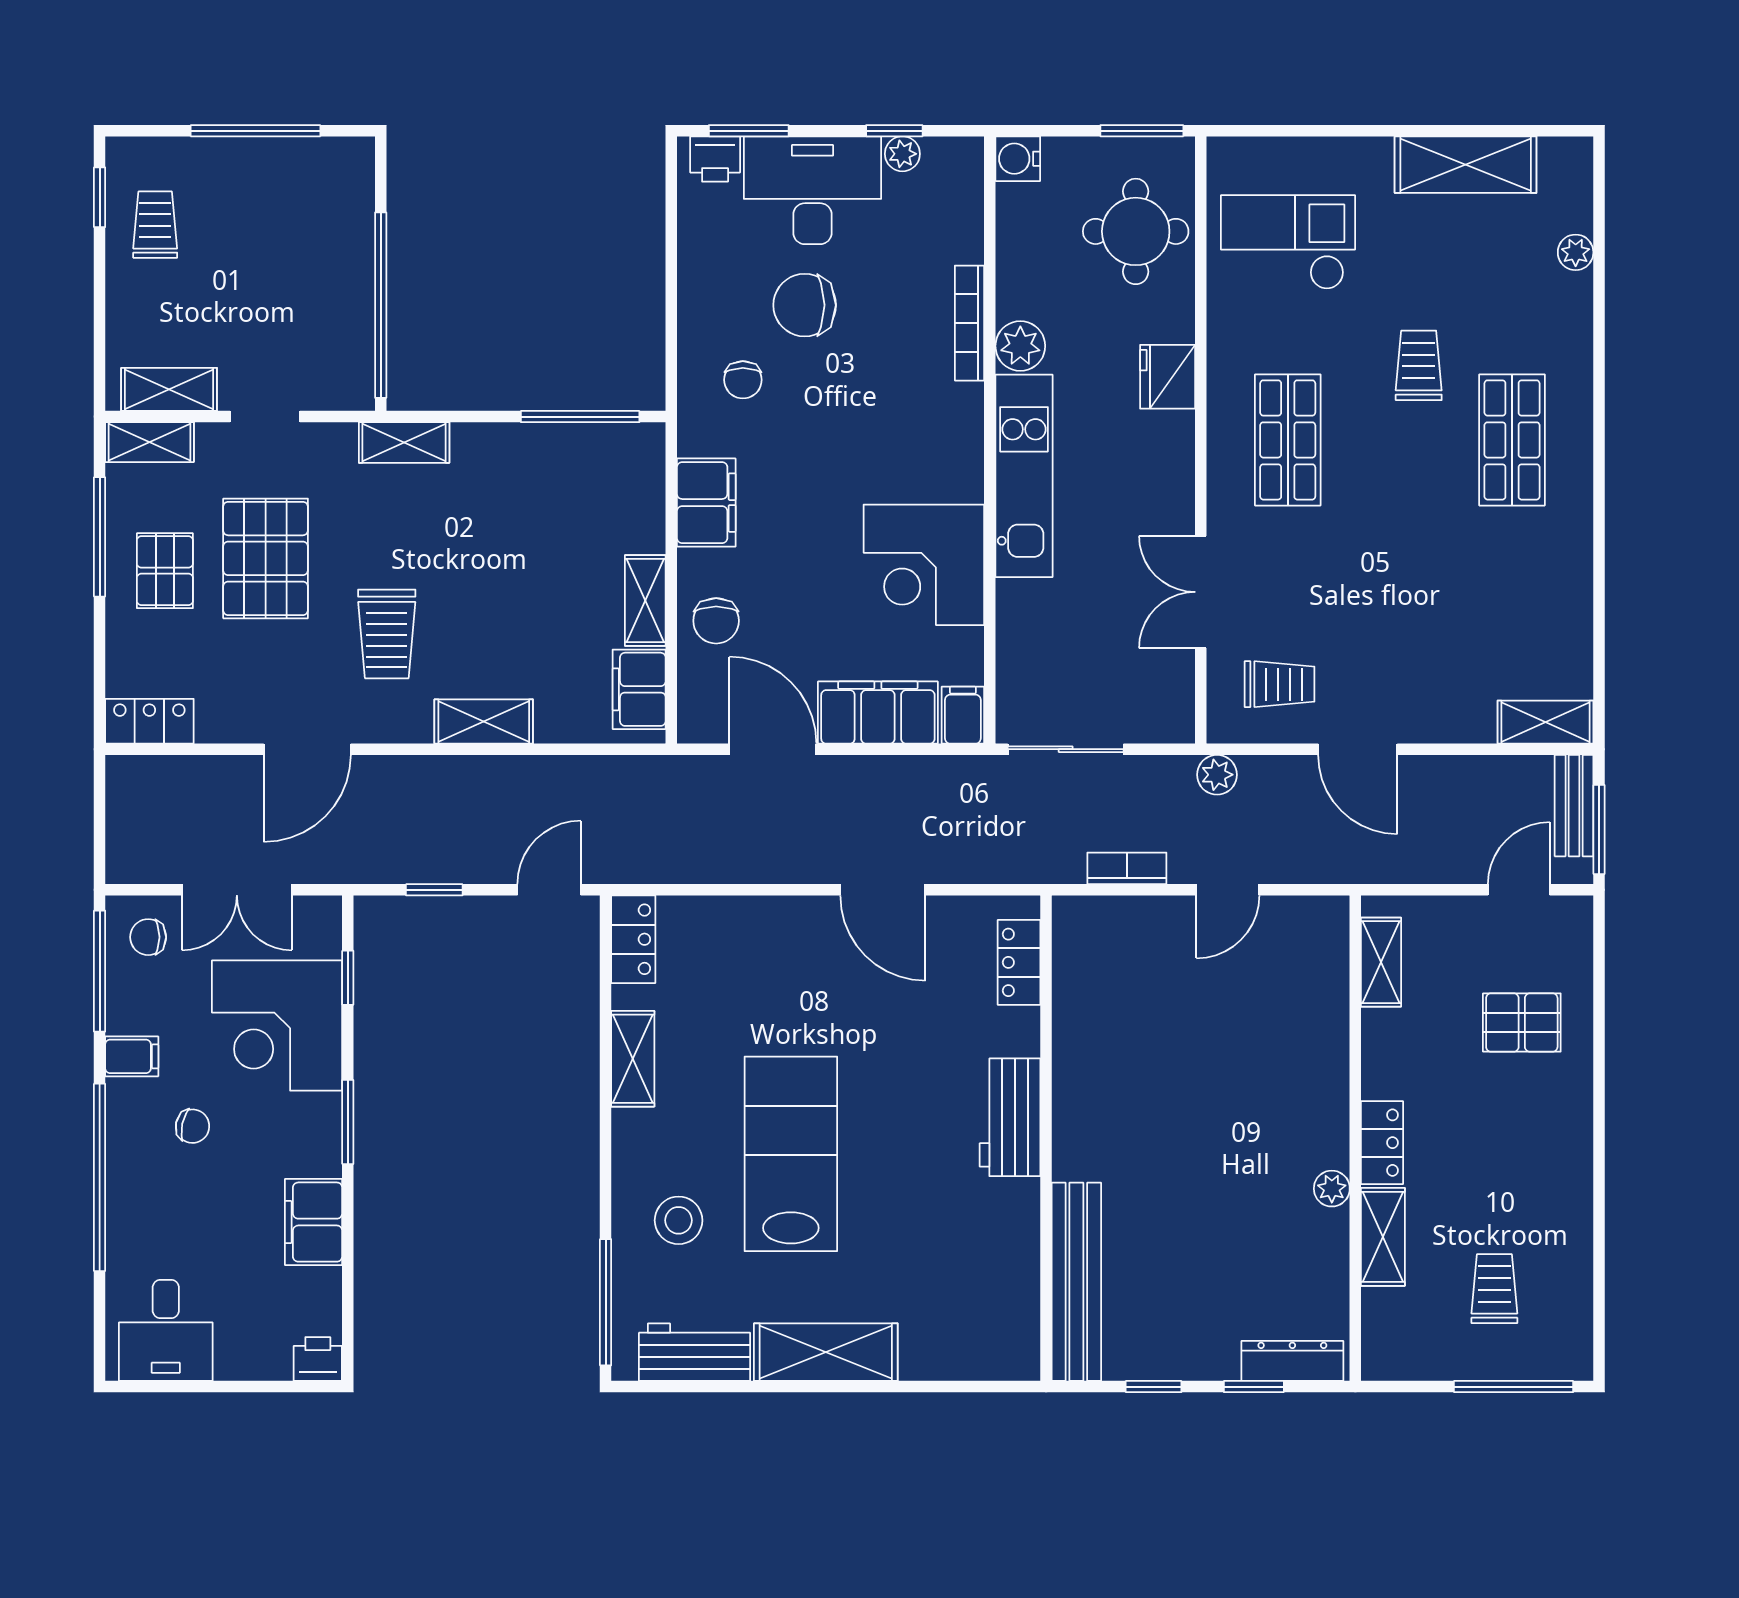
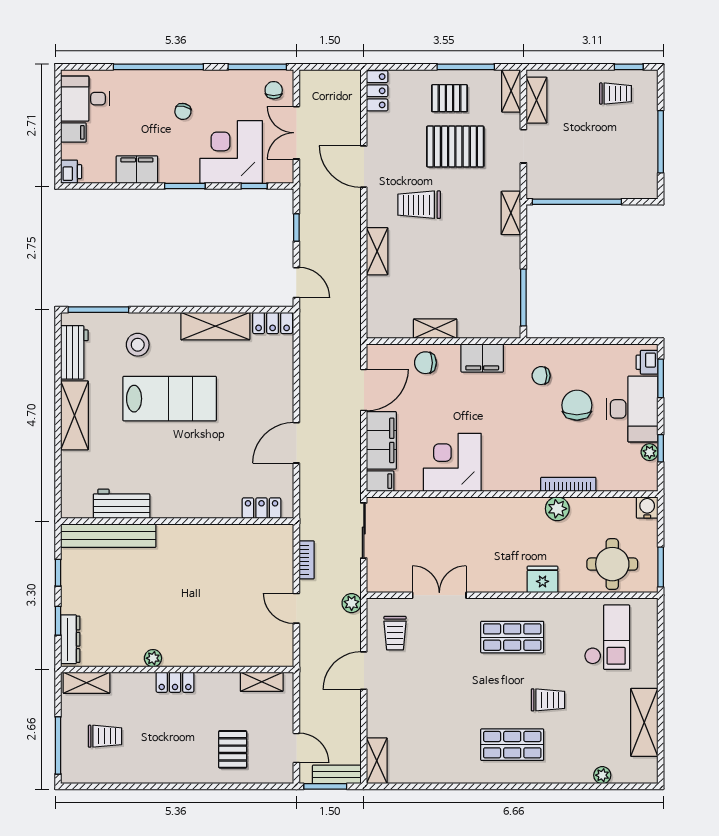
kitchen unit: (1024, 476) -> (495, 510), removed
filing cabinet: (639, 689) -> (393, 326), removed
filing cabinet: (132, 1056) -> (73, 132), moved, turned -90
shelving: (633, 1059) -> (215, 326), width x1.50, depth x1.33
workbench: (1010, 1117) -> (122, 504), moved
shelving: (1383, 1237) -> (86, 683), moved

